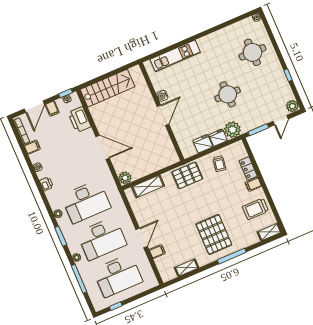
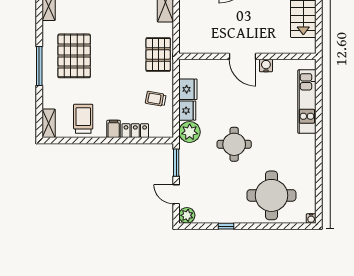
round table: (252, 52) -> (271, 195), width x1.36, depth x1.36
pallet: (214, 234) -> (74, 56), turned 90

